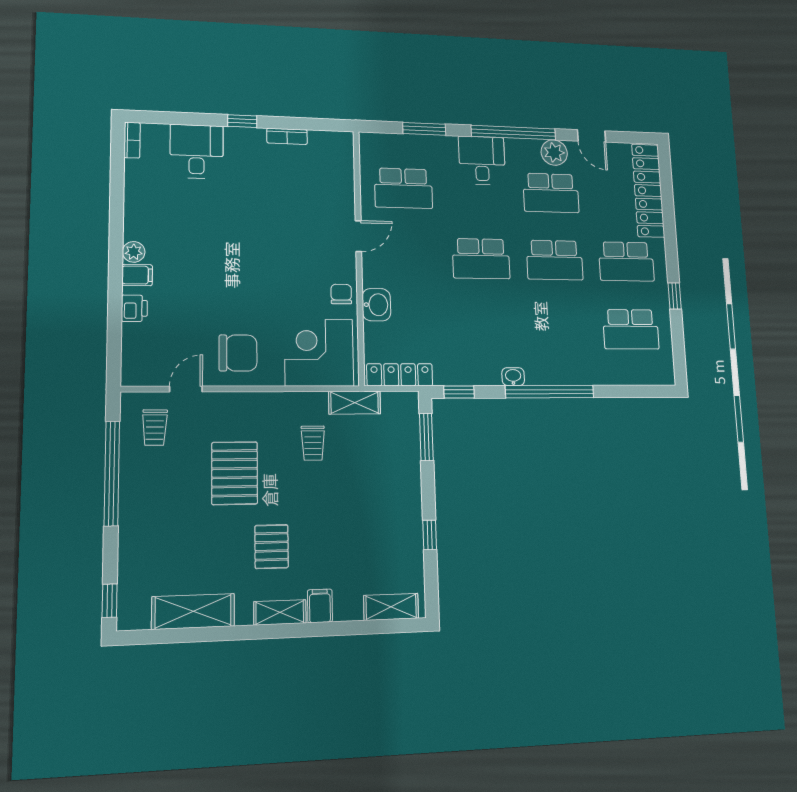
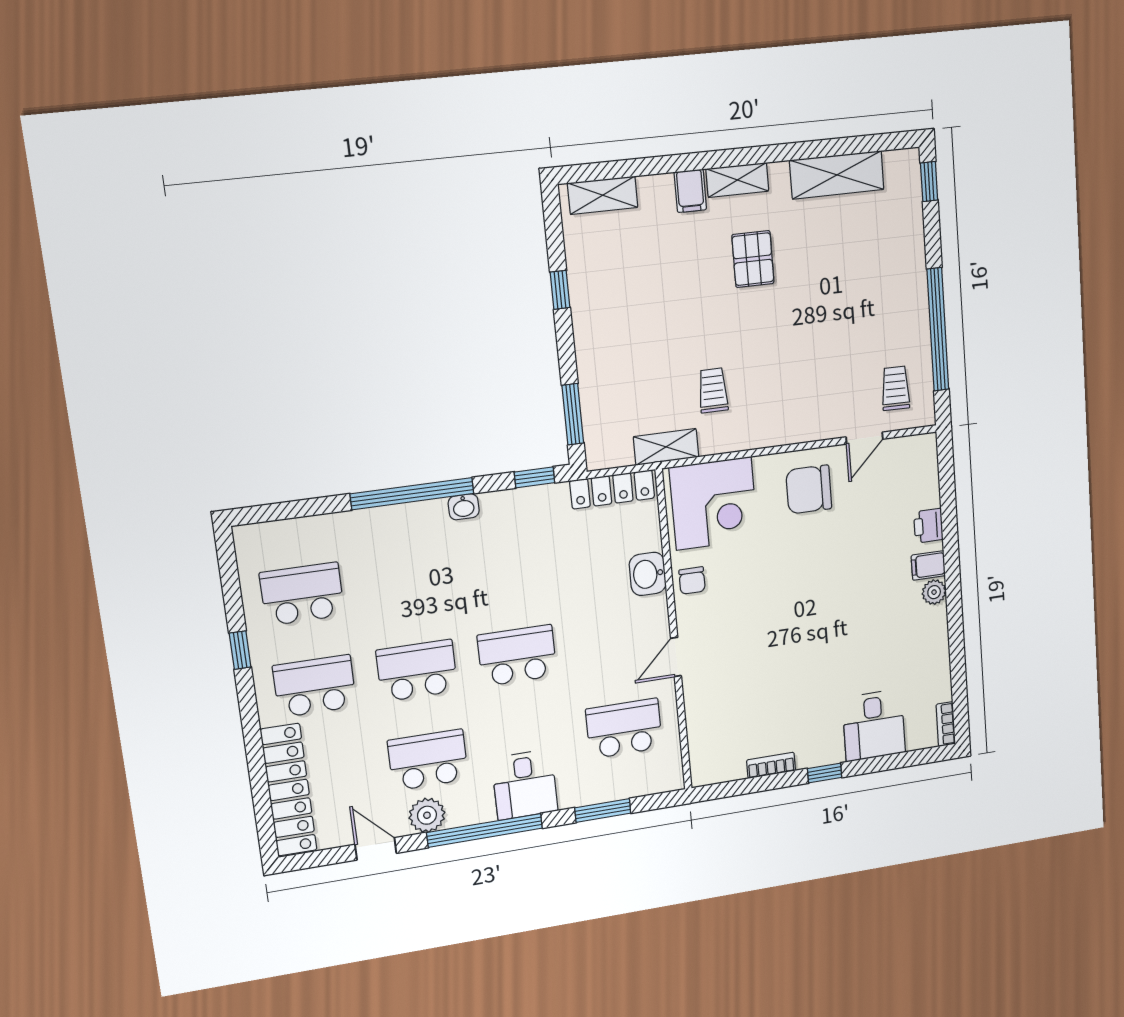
pallet: (235, 473) -> (802, 344), removed

